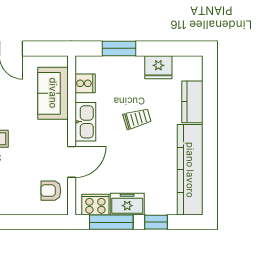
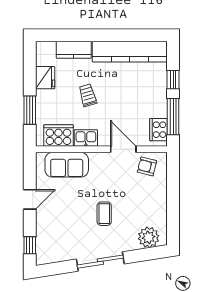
cooker: (85, 83) -> (58, 136), width x1.87, depth x1.31
kitchen sink: (85, 122) -> (86, 138), width x0.73
armchair: (51, 191) -> (147, 166), turned 104
freezer: (127, 204) -> (158, 103), removed

